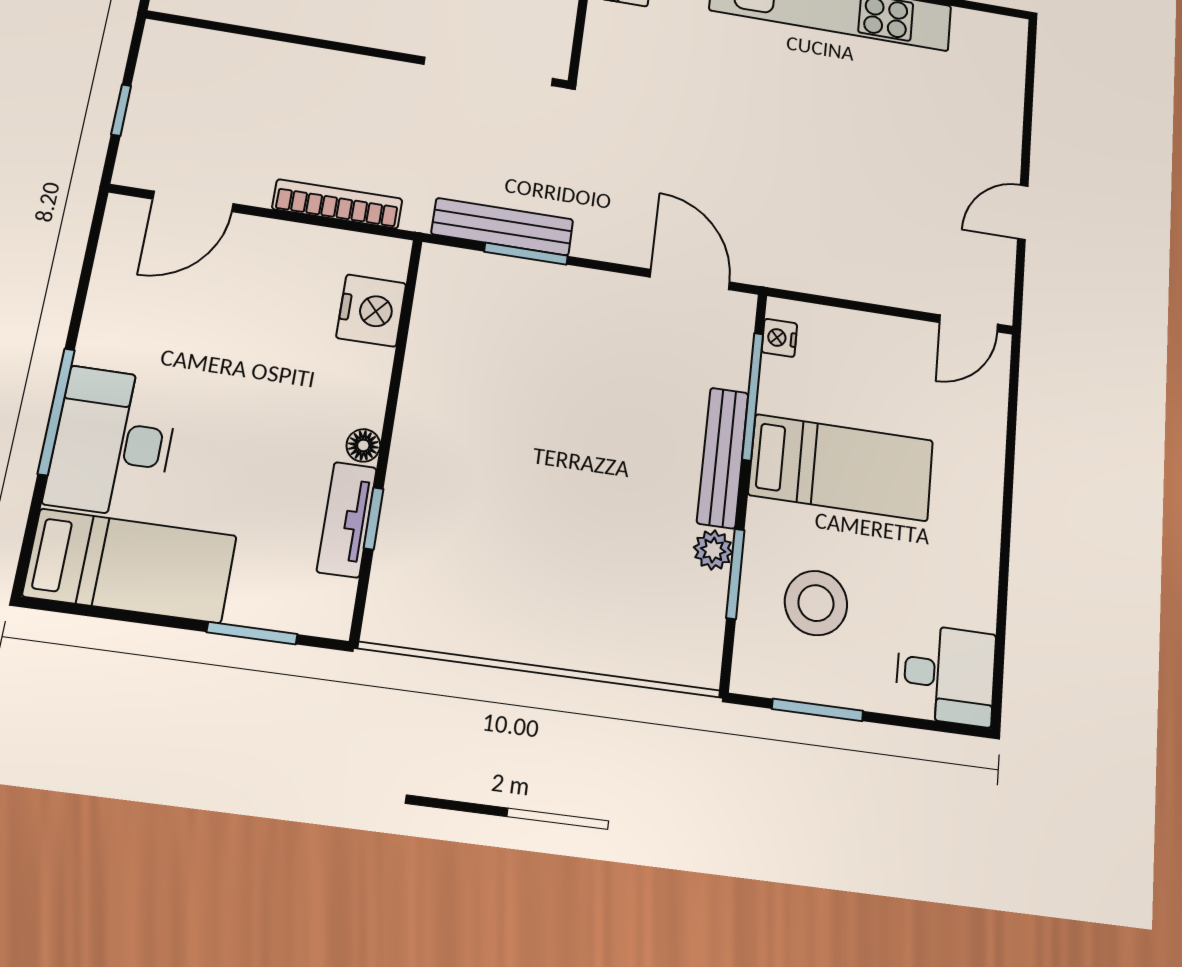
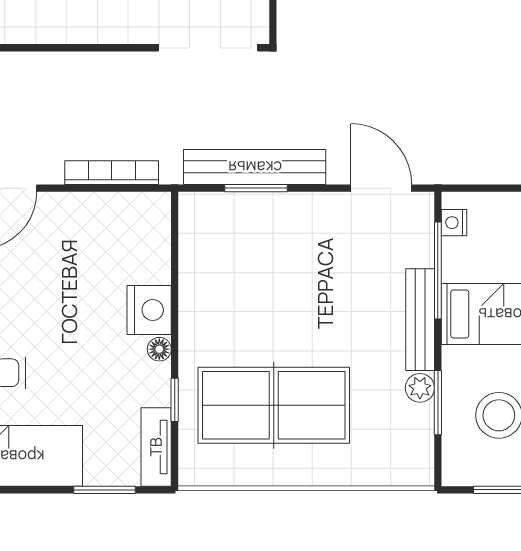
bench: (502, 227) -> (255, 167), width x1.37, depth x1.21
nightstand: (371, 310) -> (149, 310), moved
tv unit: (347, 520) -> (156, 447), moved
table tennis table: (510, 546) -> (274, 405), added

